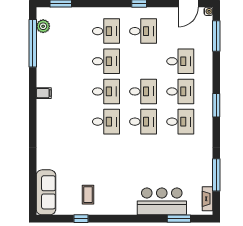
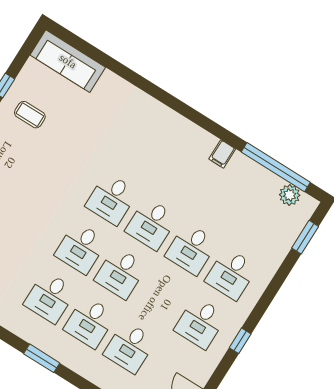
filing cabinet: (44, 93) -> (222, 154), moved

